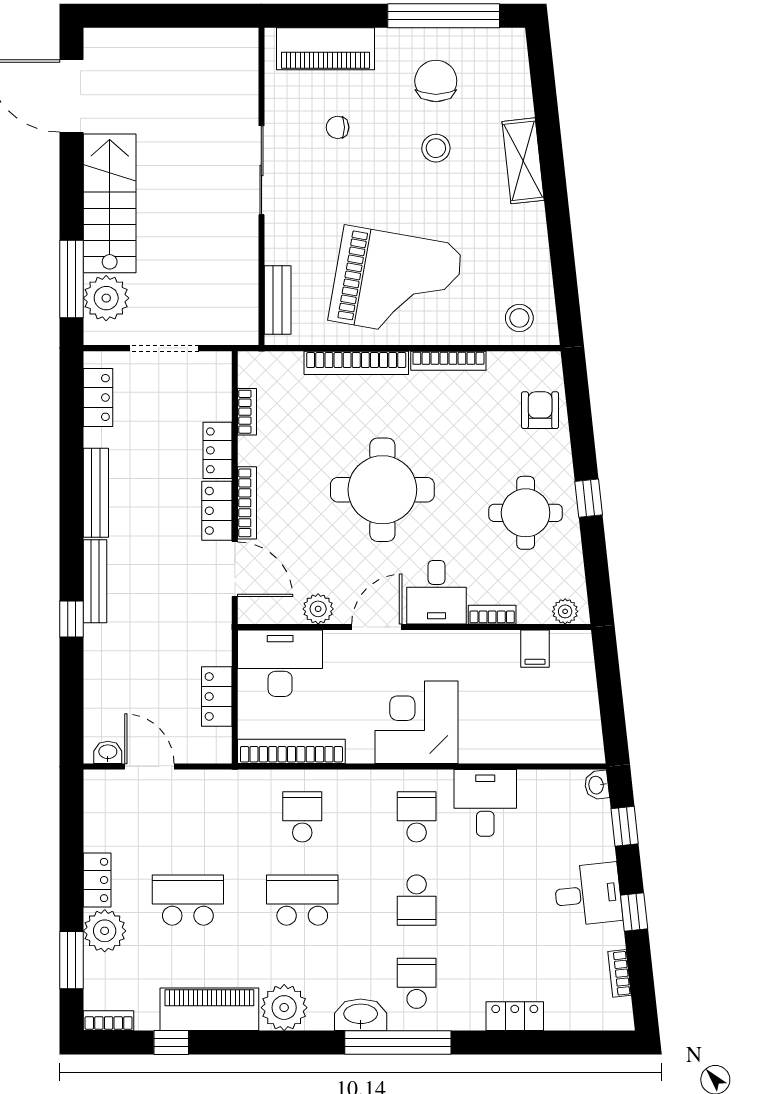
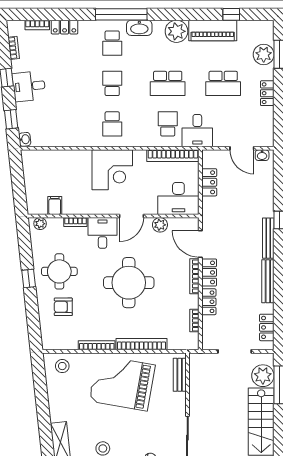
armchair: (540, 410) -> (63, 307), moved, turned 90
desk: (485, 803) -> (197, 131), moved
school desk: (302, 817) -> (168, 124), turned 180
plant: (105, 931) -> (264, 54), moved
bookcase: (109, 1021) -> (37, 25), moved

